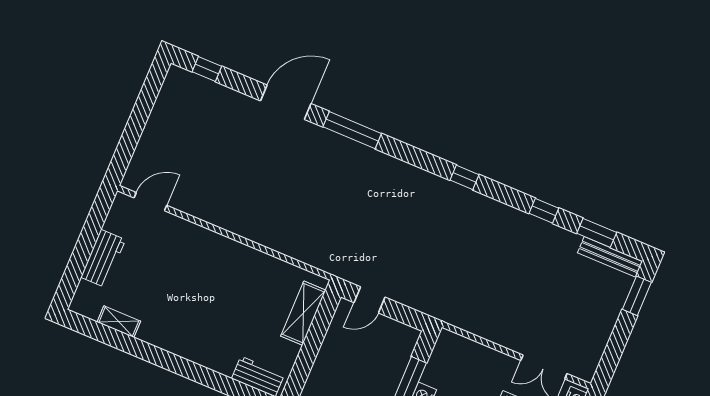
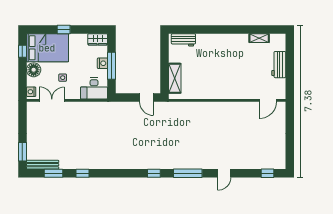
door: (286, 102) -> (224, 173), width x0.53
window: (465, 177) -> (154, 173), moved
door: (370, 300) -> (146, 97), swing flipped
desk: (458, 356) -> (94, 89), added

